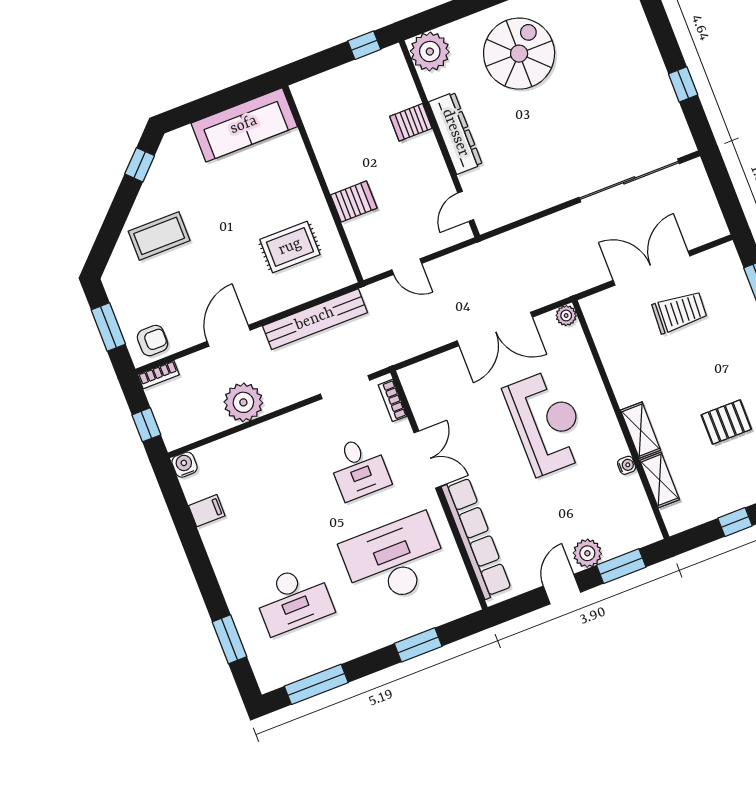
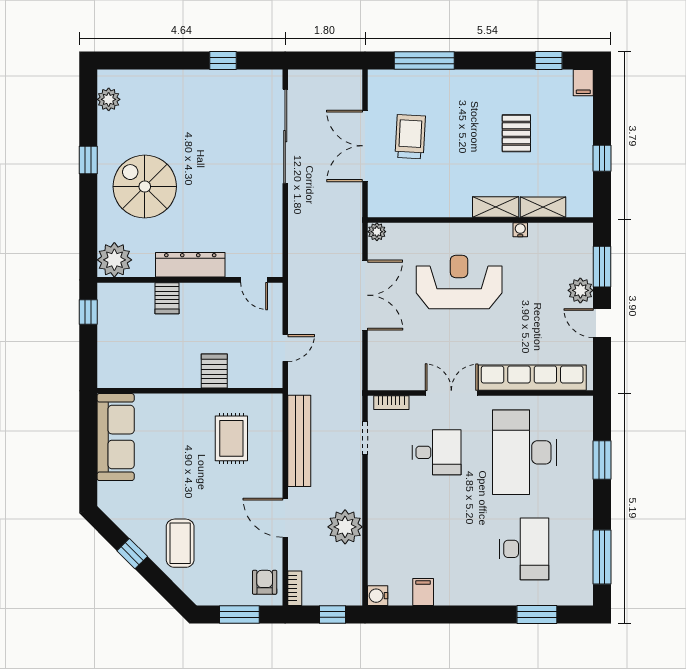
window: (140, 165) -> (132, 554), moved
doorway: (345, 387) -> (365, 438), width x0.73

